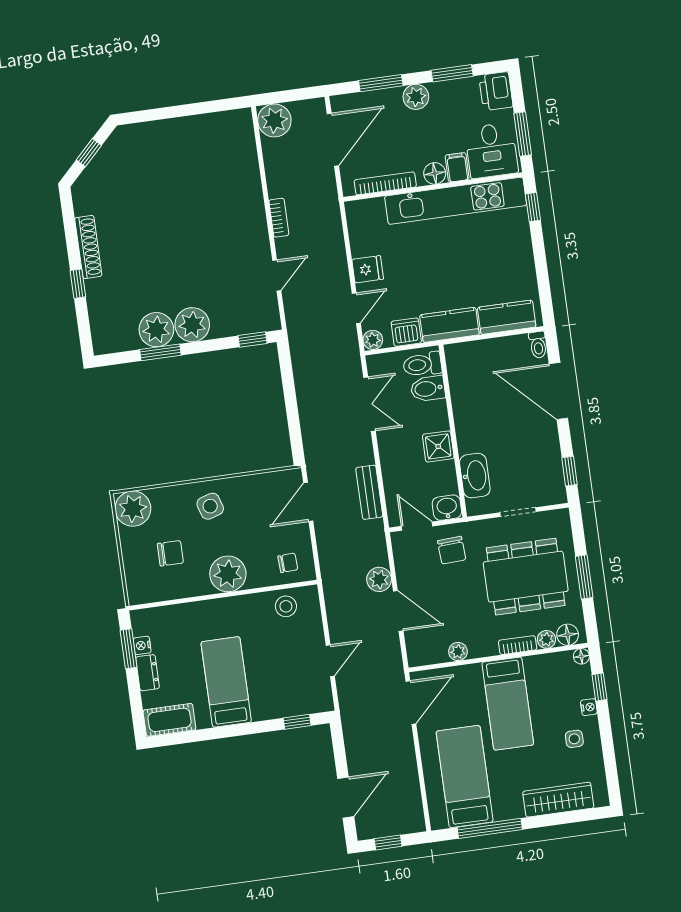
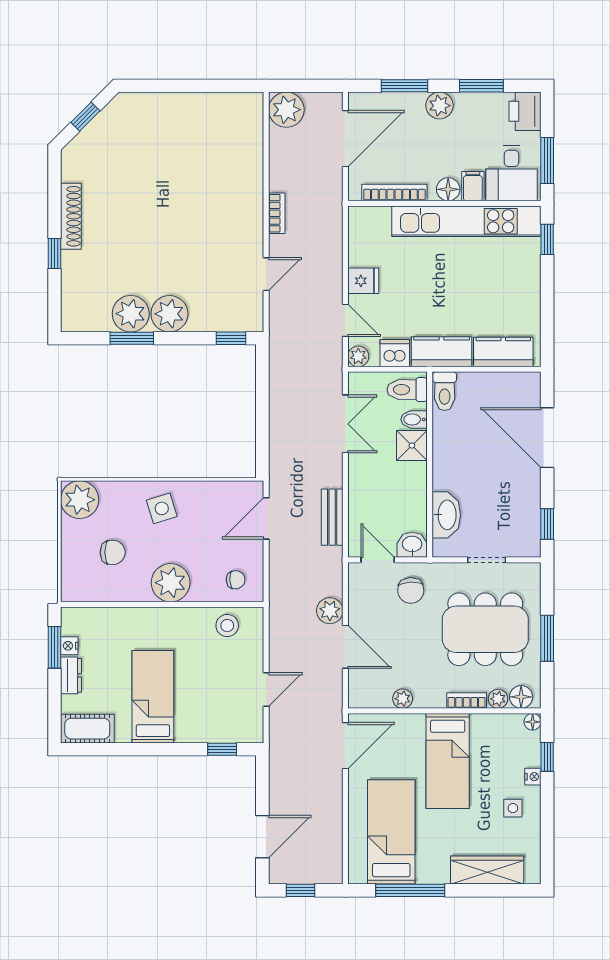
door: (356, 308) -> (345, 320), hinge flipped
toilet: (538, 345) -> (445, 391), moved, width x1.37, depth x1.39
bidet: (428, 389) -> (414, 419), width x0.72, depth x0.74
shower: (438, 446) -> (412, 446), moved

